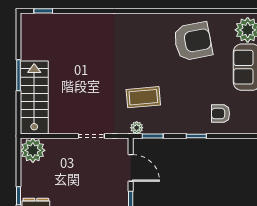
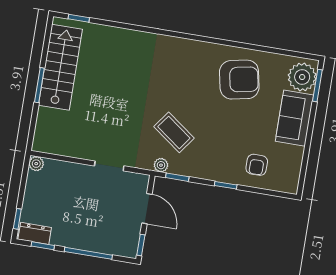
stairs: (34, 97) -> (60, 67), moved
coffee table: (143, 97) -> (174, 132), turned 41
armchair: (221, 114) -> (257, 165), turned -90
plant: (33, 150) -> (36, 164), width x0.53, depth x0.53

